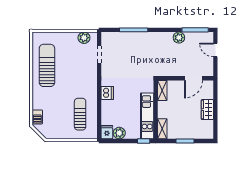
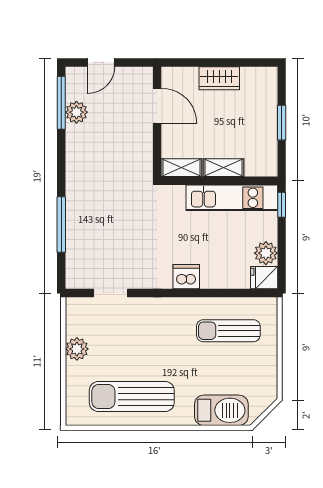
plant: (84, 38) -> (77, 349), moved
plant: (179, 38) -> (76, 112), moved
barbecue: (37, 117) -> (221, 410), width x1.88, depth x1.53
shelving: (162, 129) -> (223, 168), moved

